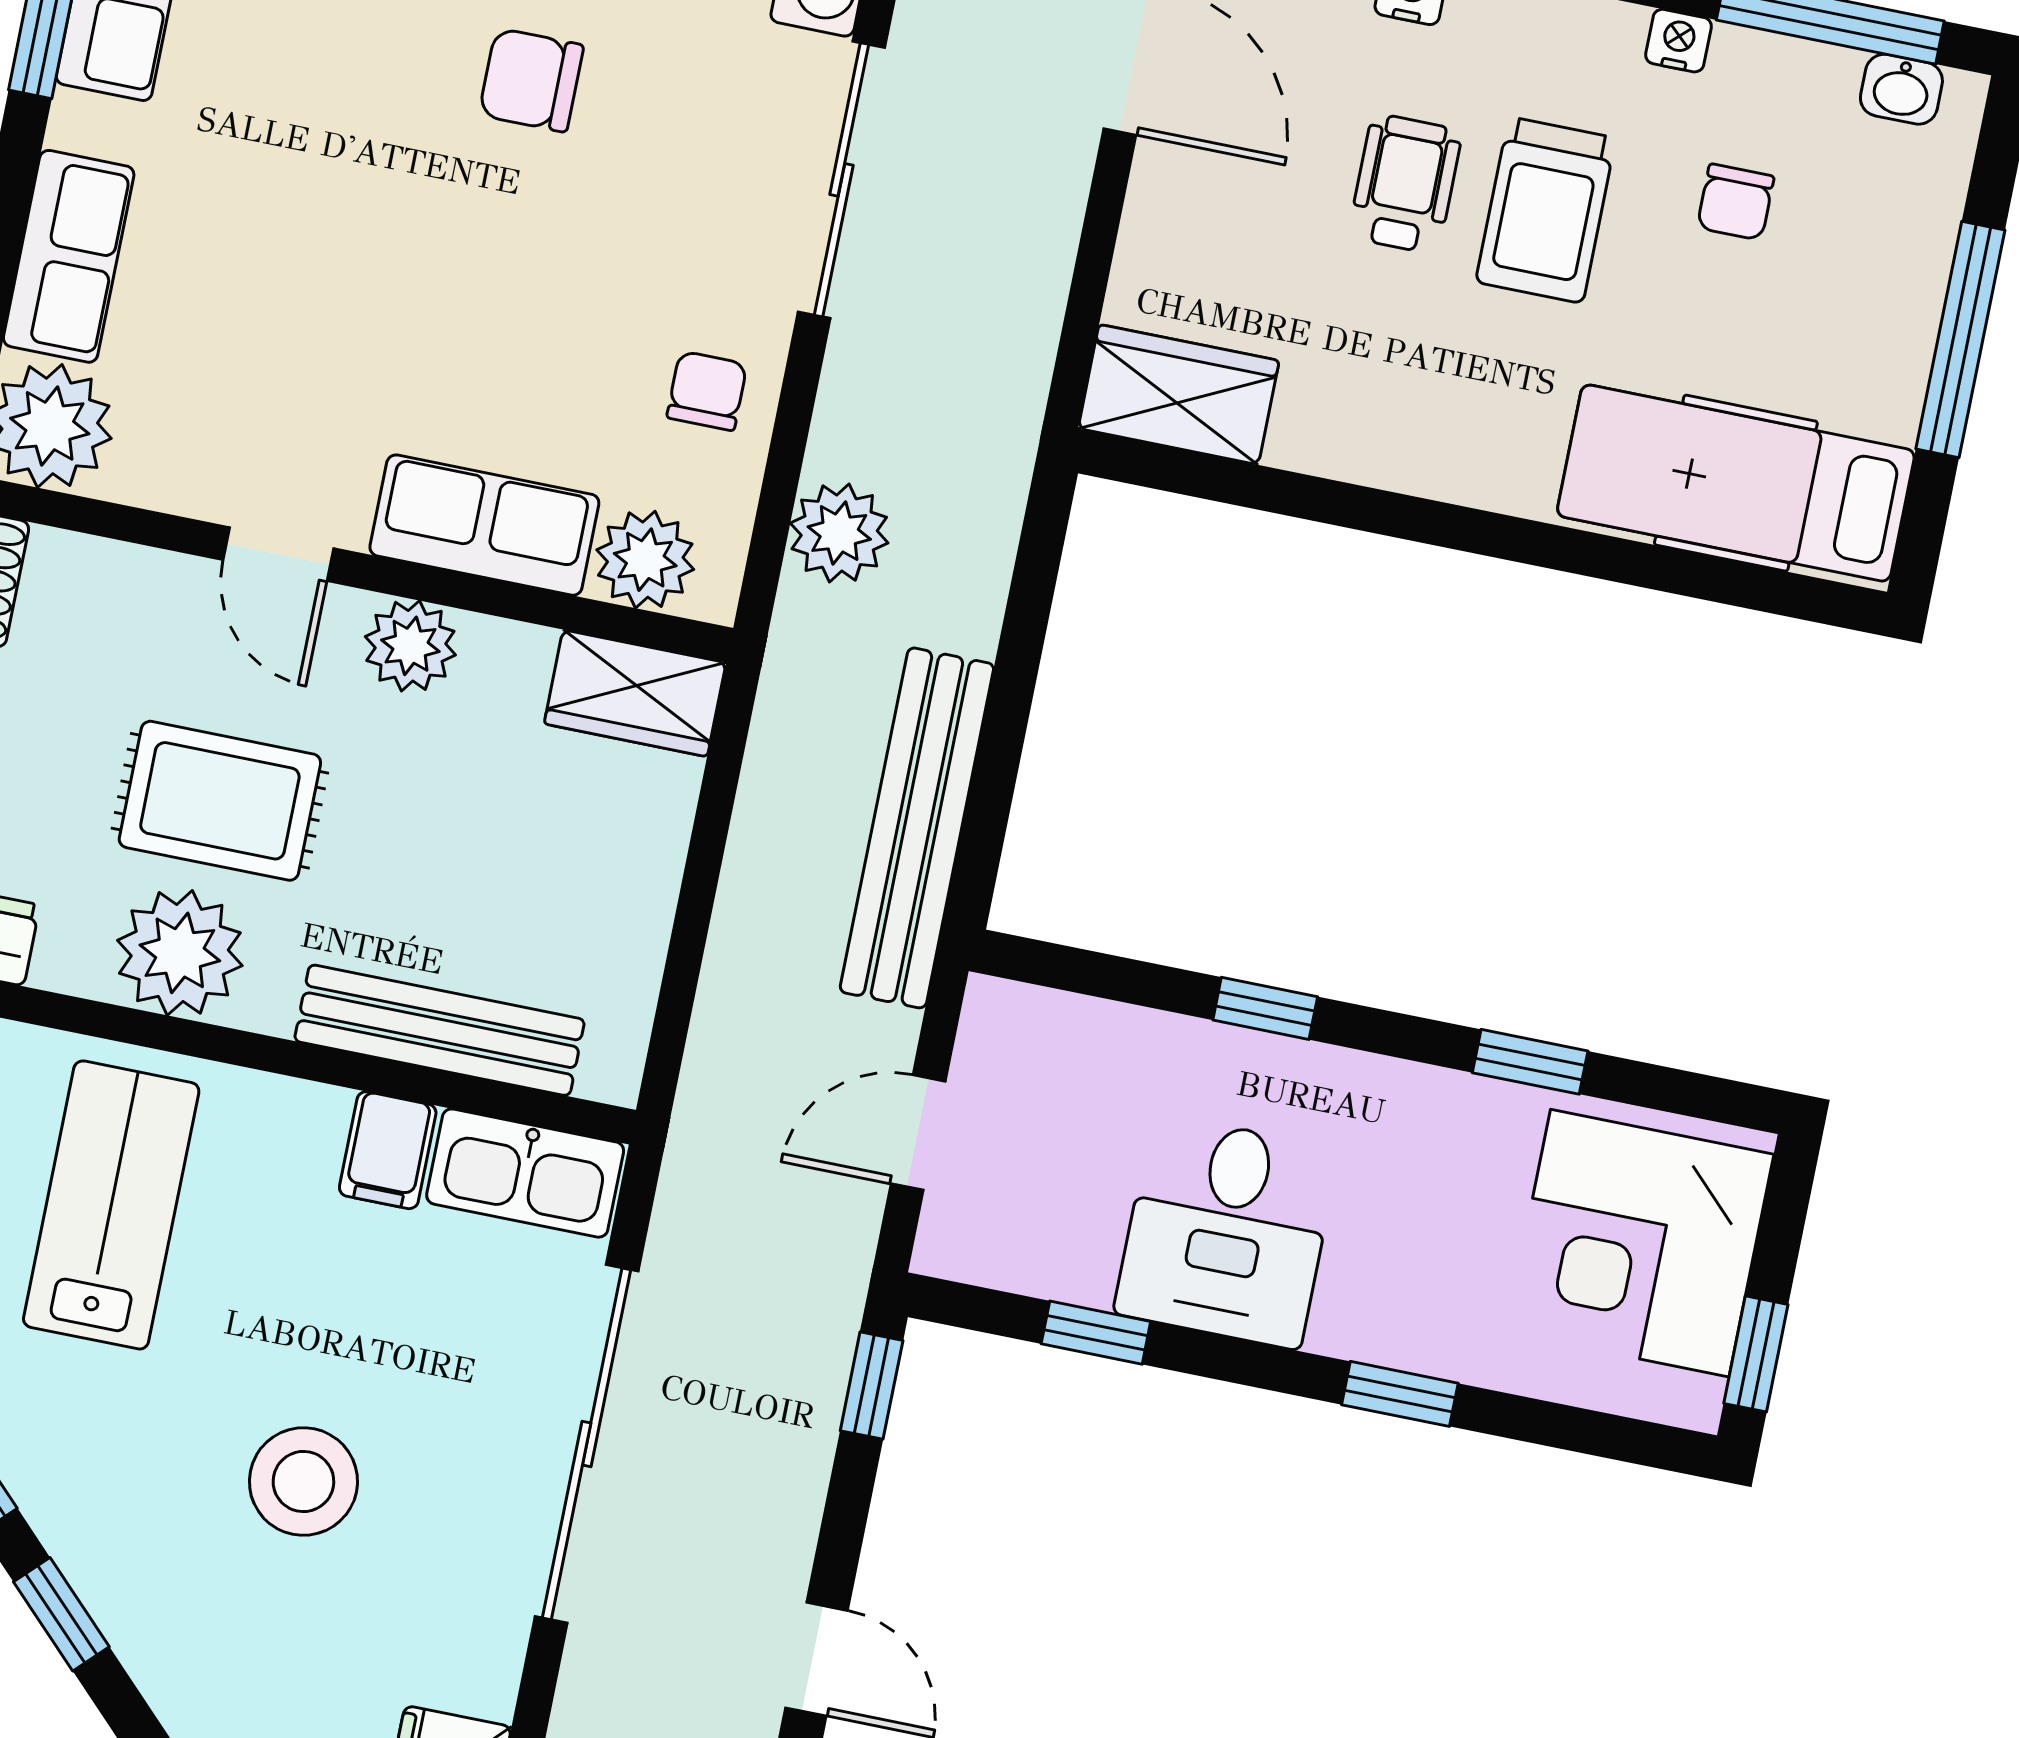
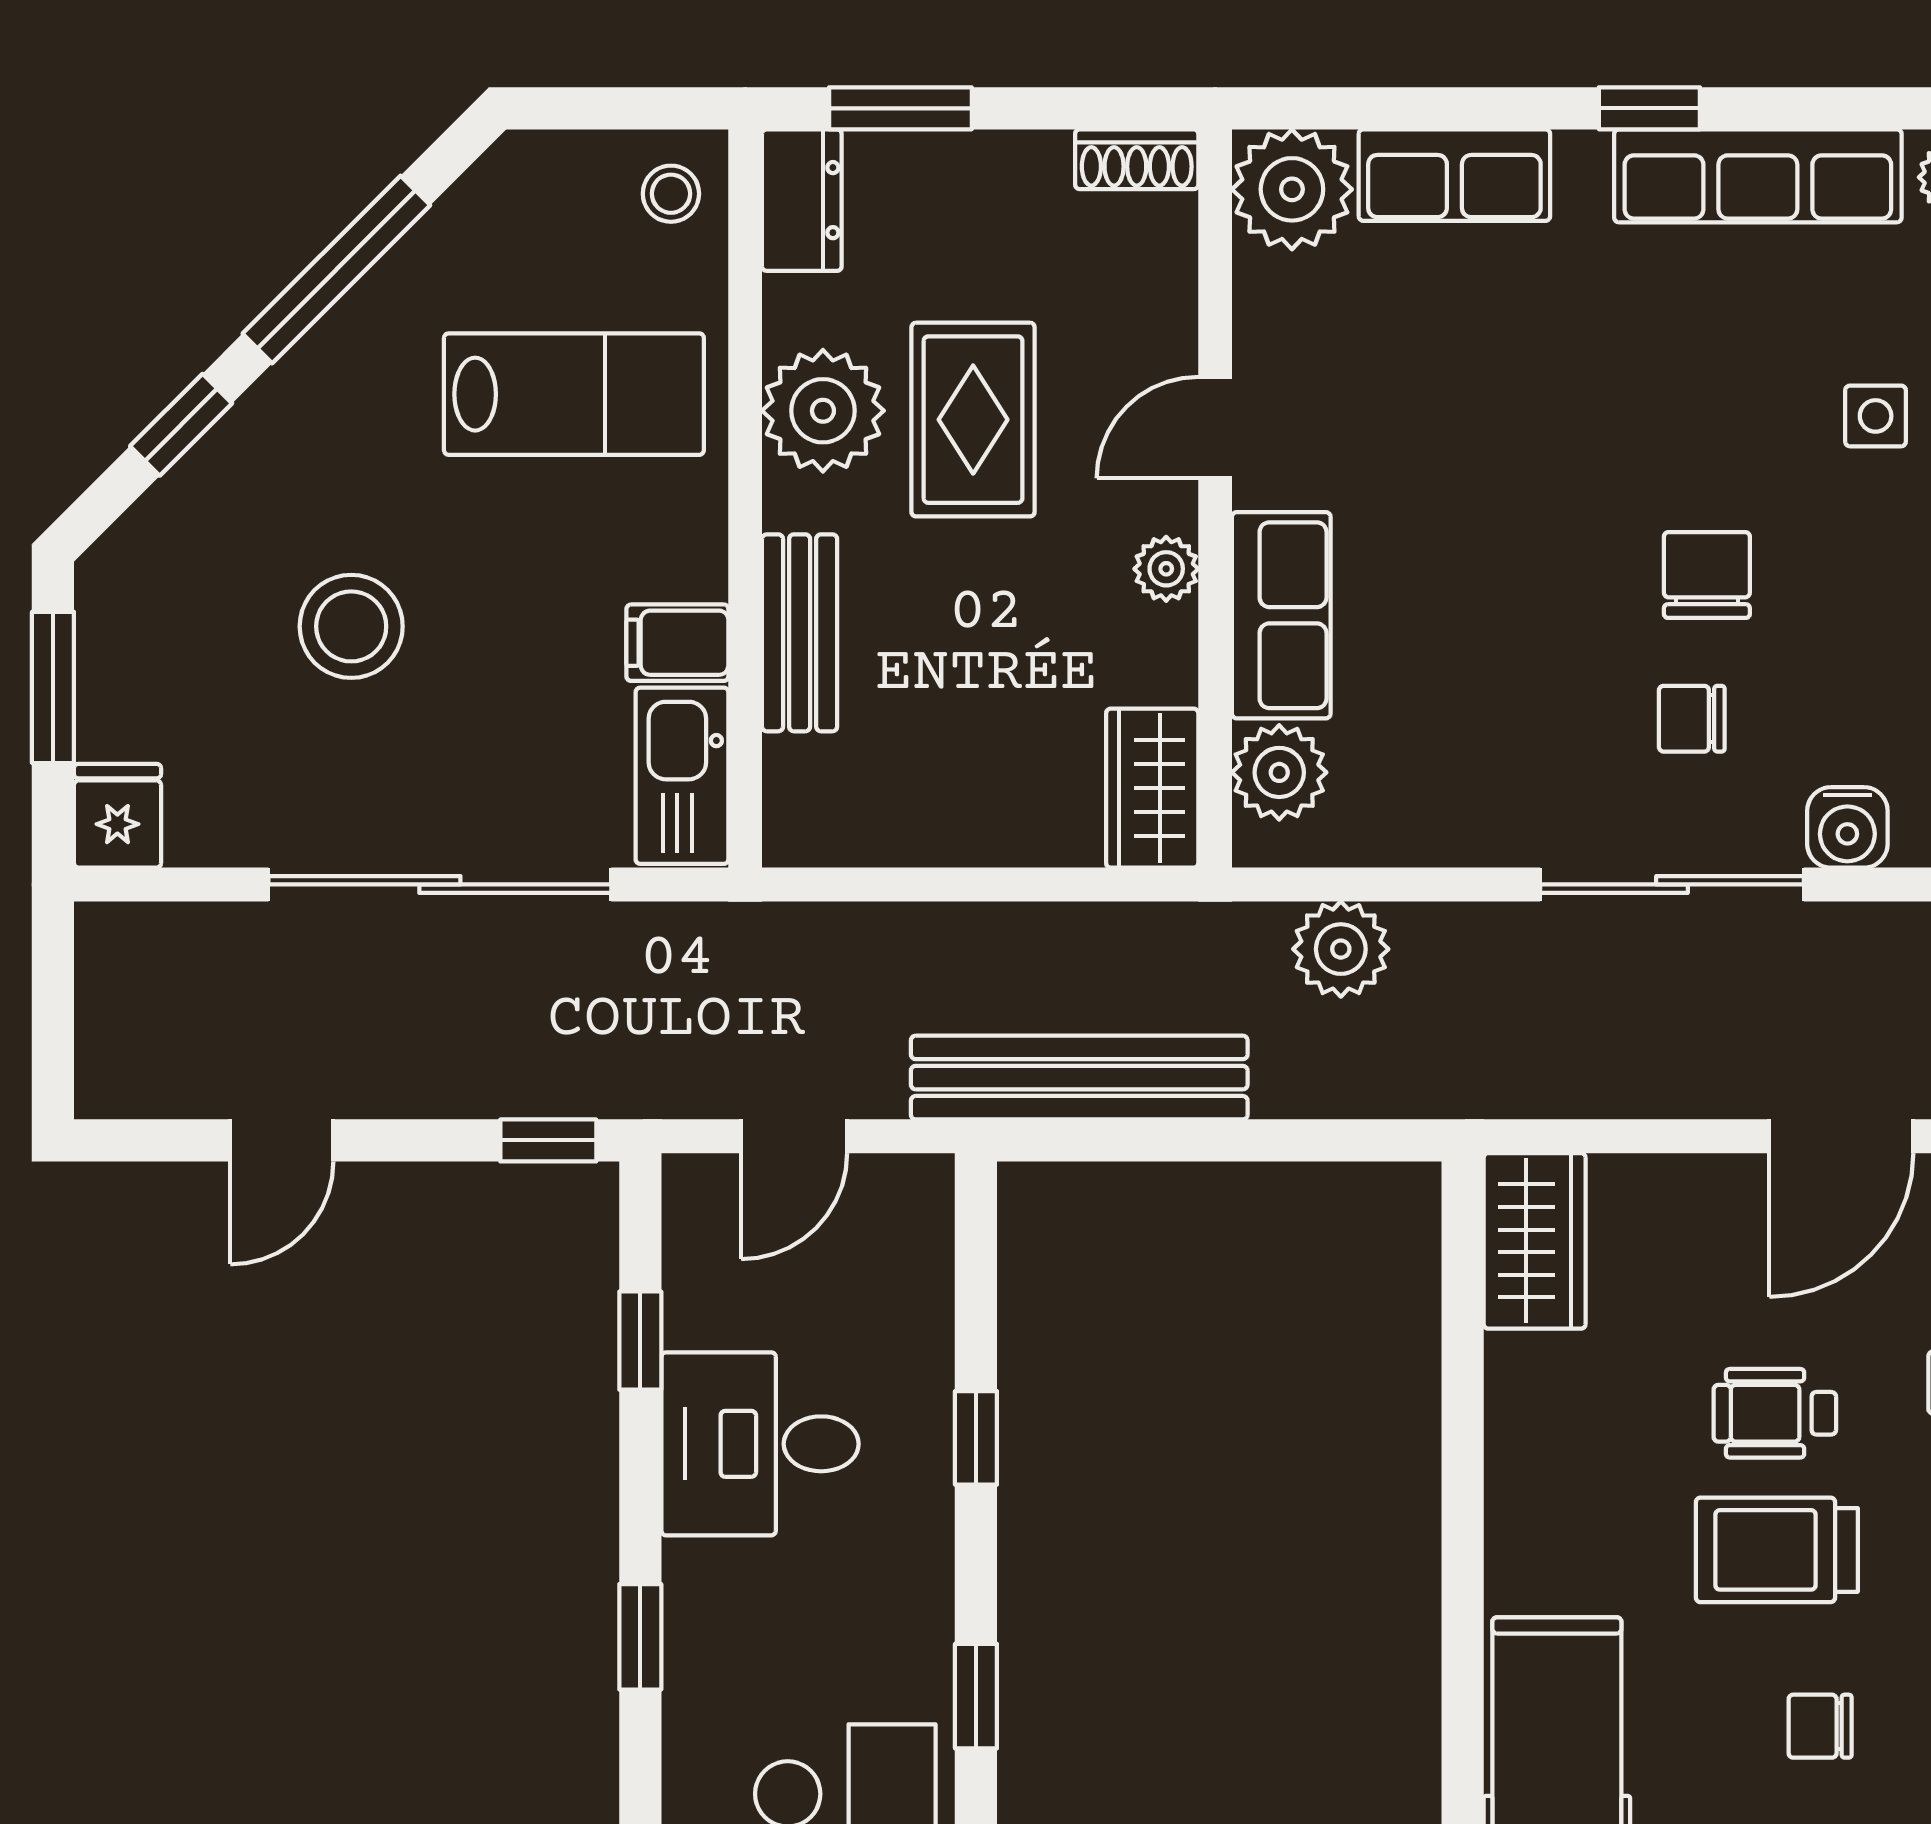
wheelchair: (1405, 184) -> (1775, 1413), turned 180
chair: (707, 391) -> (1692, 719), moved, turned 180
plant: (410, 646) -> (1166, 569), width x0.73, depth x0.73
bench: (440, 1030) -> (800, 633), width x0.73
door: (918, 1133) -> (794, 1136), swing flipped

